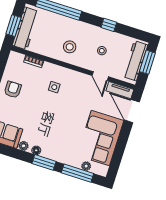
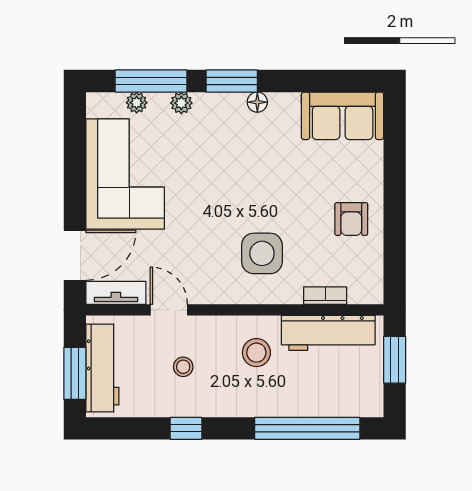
workbench: (26, 28) -> (328, 333), moved, turned -90
side table: (54, 87) -> (262, 253), width x1.87, depth x1.87
door: (132, 111) -> (75, 255), hinge flipped
plant: (24, 146) -> (181, 103), moved

